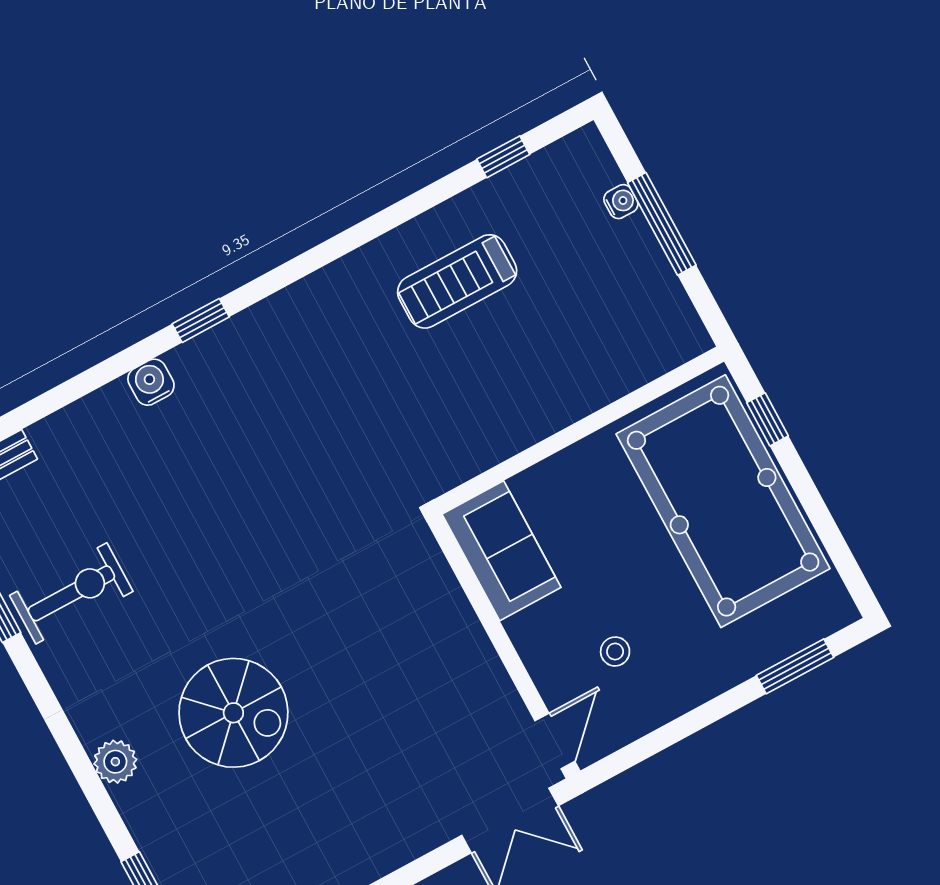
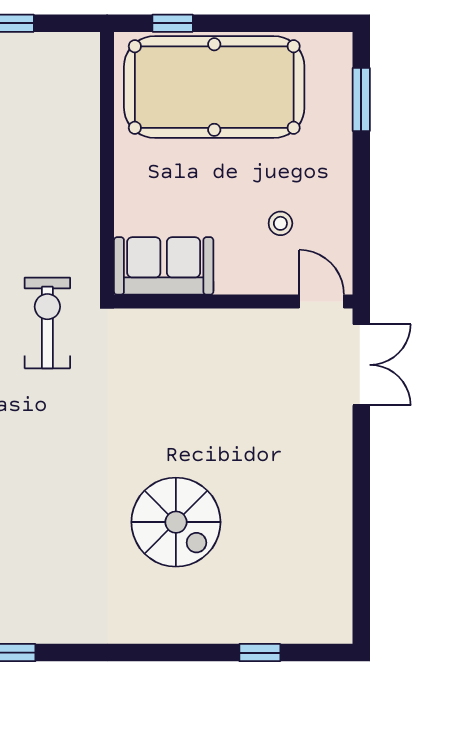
exercise bike: (71, 593) -> (47, 323), moved
spiral stairs: (233, 713) -> (176, 522), turned 90
plant: (115, 762) -> (165, 626), removed

